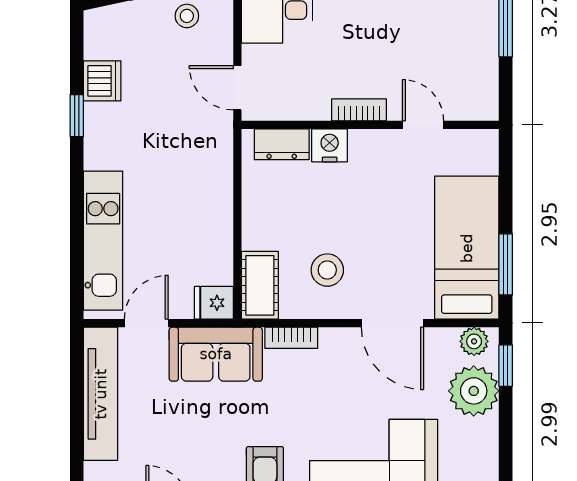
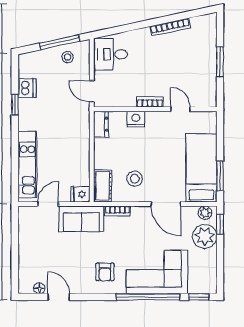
dresser: (282, 144) -> (101, 124), moved, turned -90
tv unit: (101, 394) -> (26, 238), removed

